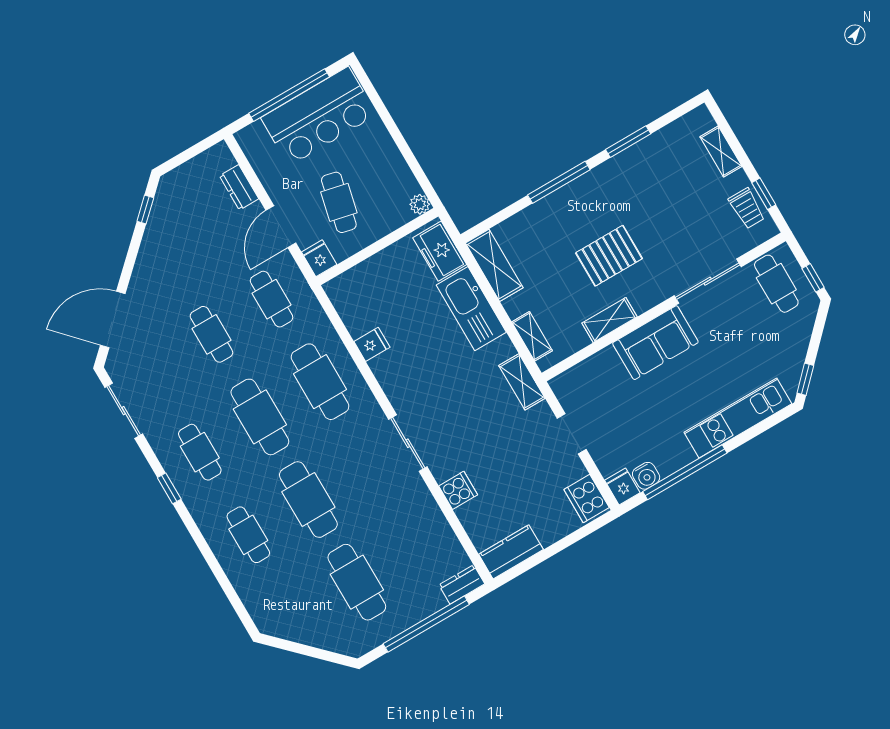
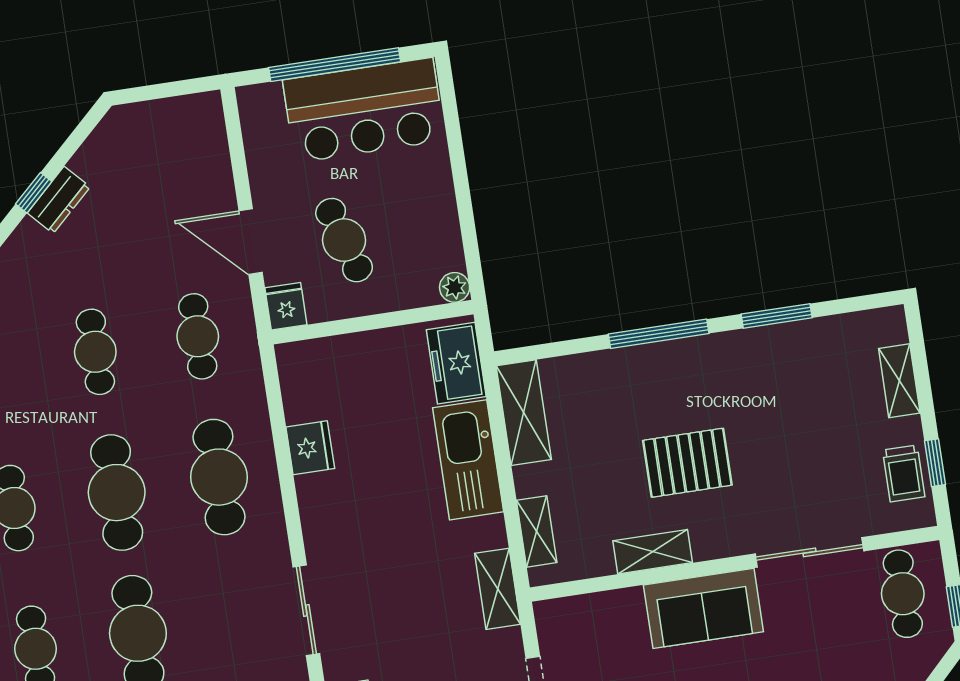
dresser: (239, 187) -> (59, 200), moved, turned -133
cafe table: (339, 202) -> (344, 240), turned -30
window: (145, 210) -> (34, 193), moved
door: (281, 227) -> (251, 242), hinge flipped
fridge: (372, 344) -> (310, 448), width x1.38

